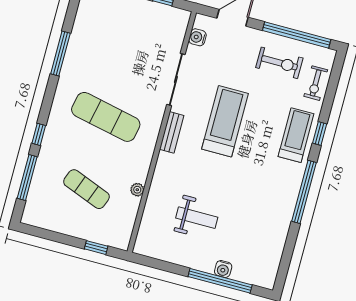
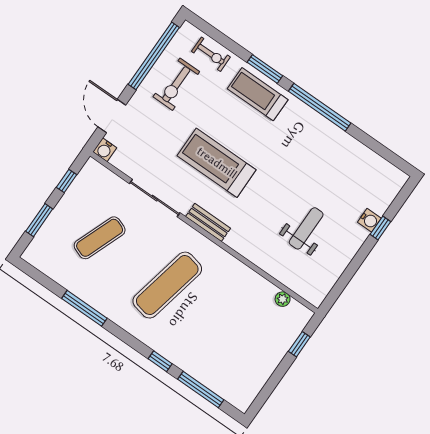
water cooler: (197, 37) -> (105, 150), moved
exercise bike: (279, 63) -> (176, 84), turned 180
window: (320, 134) -> (265, 69), width x1.50
exercise mat: (86, 189) -> (100, 238), moved
plant: (137, 190) -> (283, 299), moved
window: (220, 281) -> (380, 228), width x0.32

